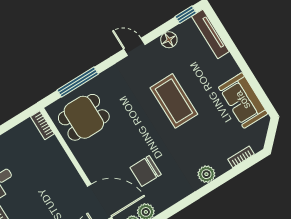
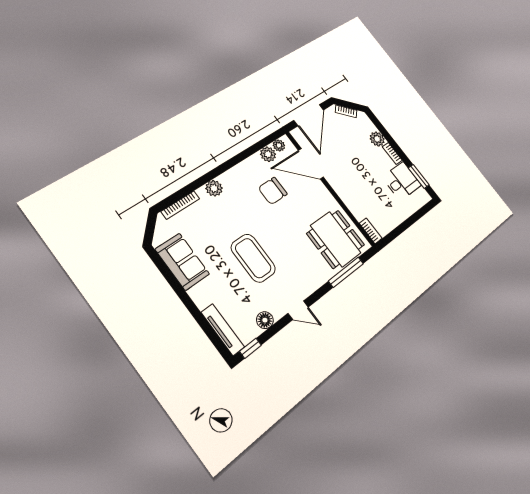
dining table: (84, 117) -> (336, 239), width x1.38
bookcase: (241, 157) -> (180, 205), width x1.56
chair: (146, 171) -> (273, 191), turned 180

